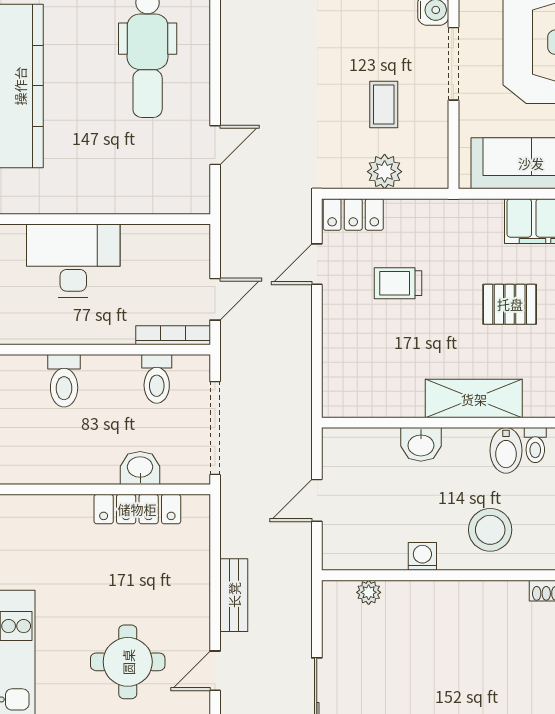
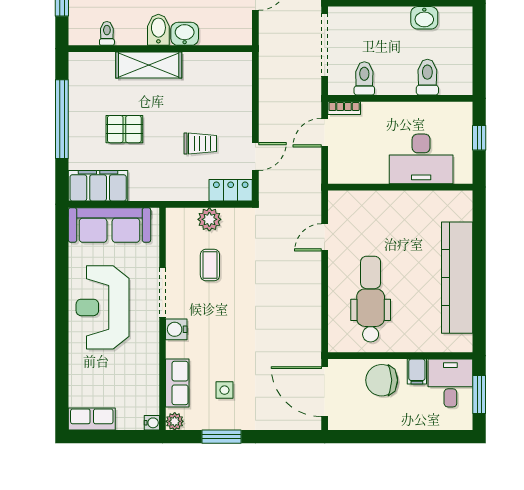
bookcase: (173, 335) -> (344, 108), width x0.64
bidet: (506, 450) -> (158, 30), moved
washbasin: (140, 468) -> (424, 18), moved

